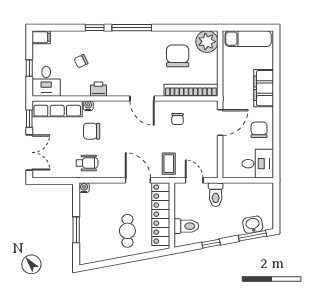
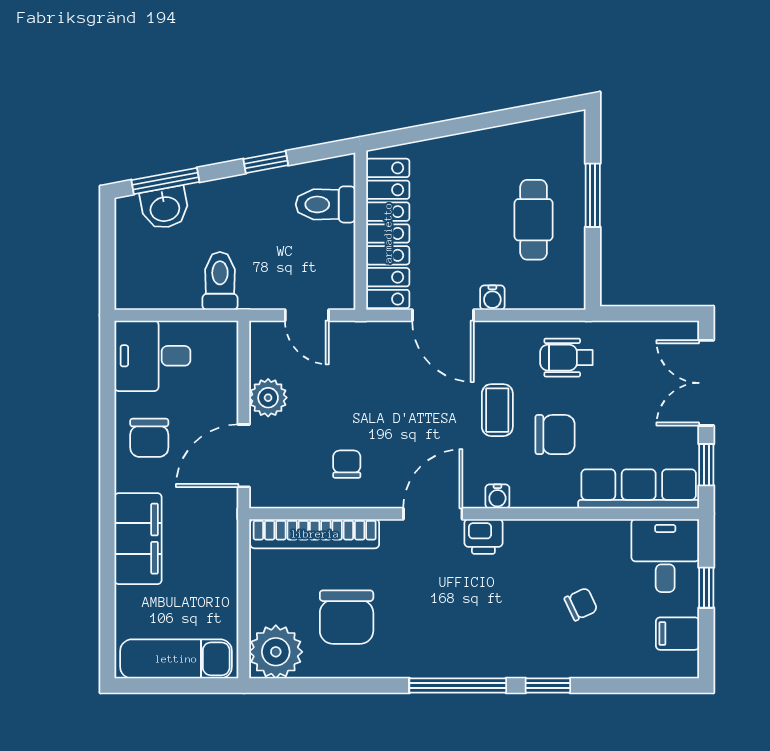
filing cabinet: (41, 37) -> (677, 634), moved
printer: (98, 89) -> (483, 536), moved
door: (142, 99) -> (433, 514), hinge flipped
water cooler: (88, 106) -> (497, 496), moved
plant: (210, 146) -> (268, 398), added
coffee table: (169, 164) -> (497, 410), moved
water cooler: (84, 188) -> (492, 298), moved
toilet: (216, 195) -> (220, 281), moved
cafe table: (127, 231) -> (534, 220), moved

